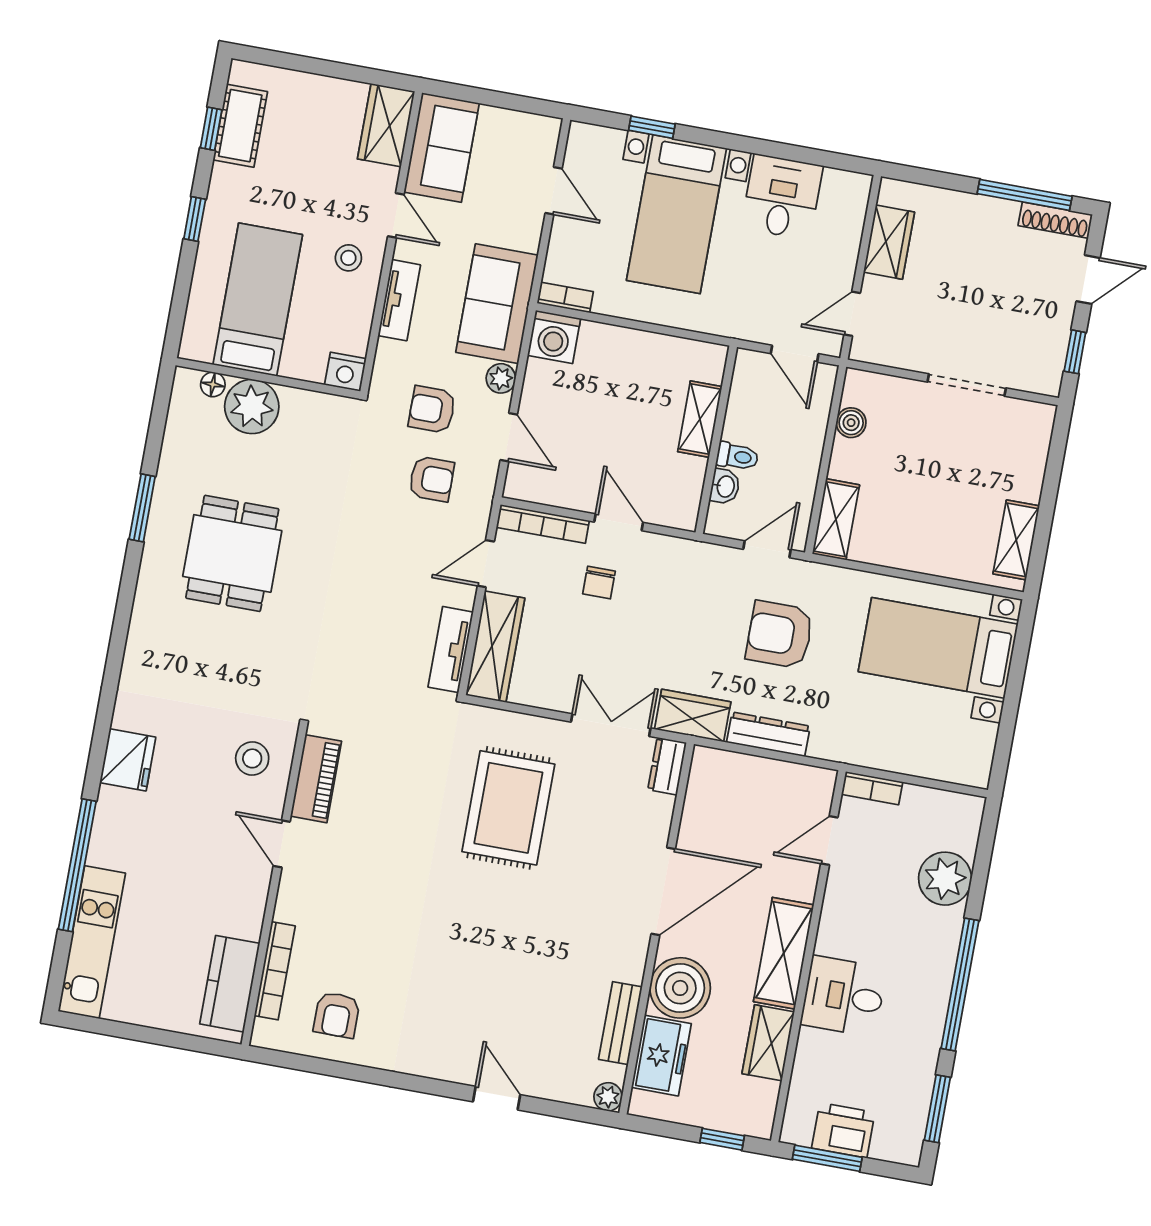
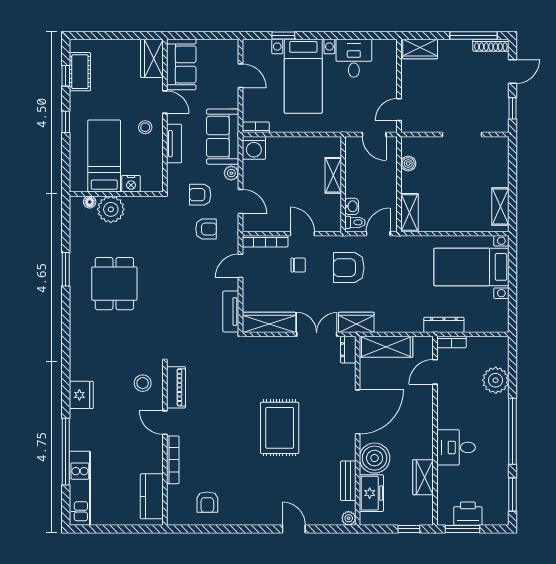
wardrobe: (889, 242) -> (420, 49), moved, turned 90
nightstand: (345, 372) -> (131, 184), moved
toilet: (737, 456) -> (355, 222), moved
chair: (599, 582) -> (298, 265), turned -90
armchair: (780, 635) -> (349, 268), moved
wardrobe: (495, 647) -> (269, 322), moved, turned -90
dresser: (768, 734) -> (444, 325), moved
rug: (508, 808) -> (280, 428), moved
shelving: (784, 953) -> (386, 347), moved, turned 90
bookcase: (275, 971) -> (173, 460), moved

